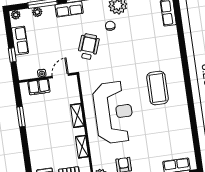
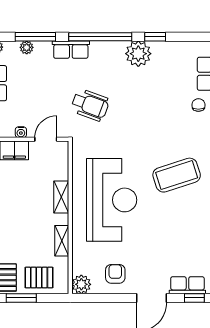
chair: (110, 26) -> (198, 105), moved
wheelchair: (89, 47) -> (90, 105), turned 90
coffee table: (157, 88) -> (177, 175), turned 72

